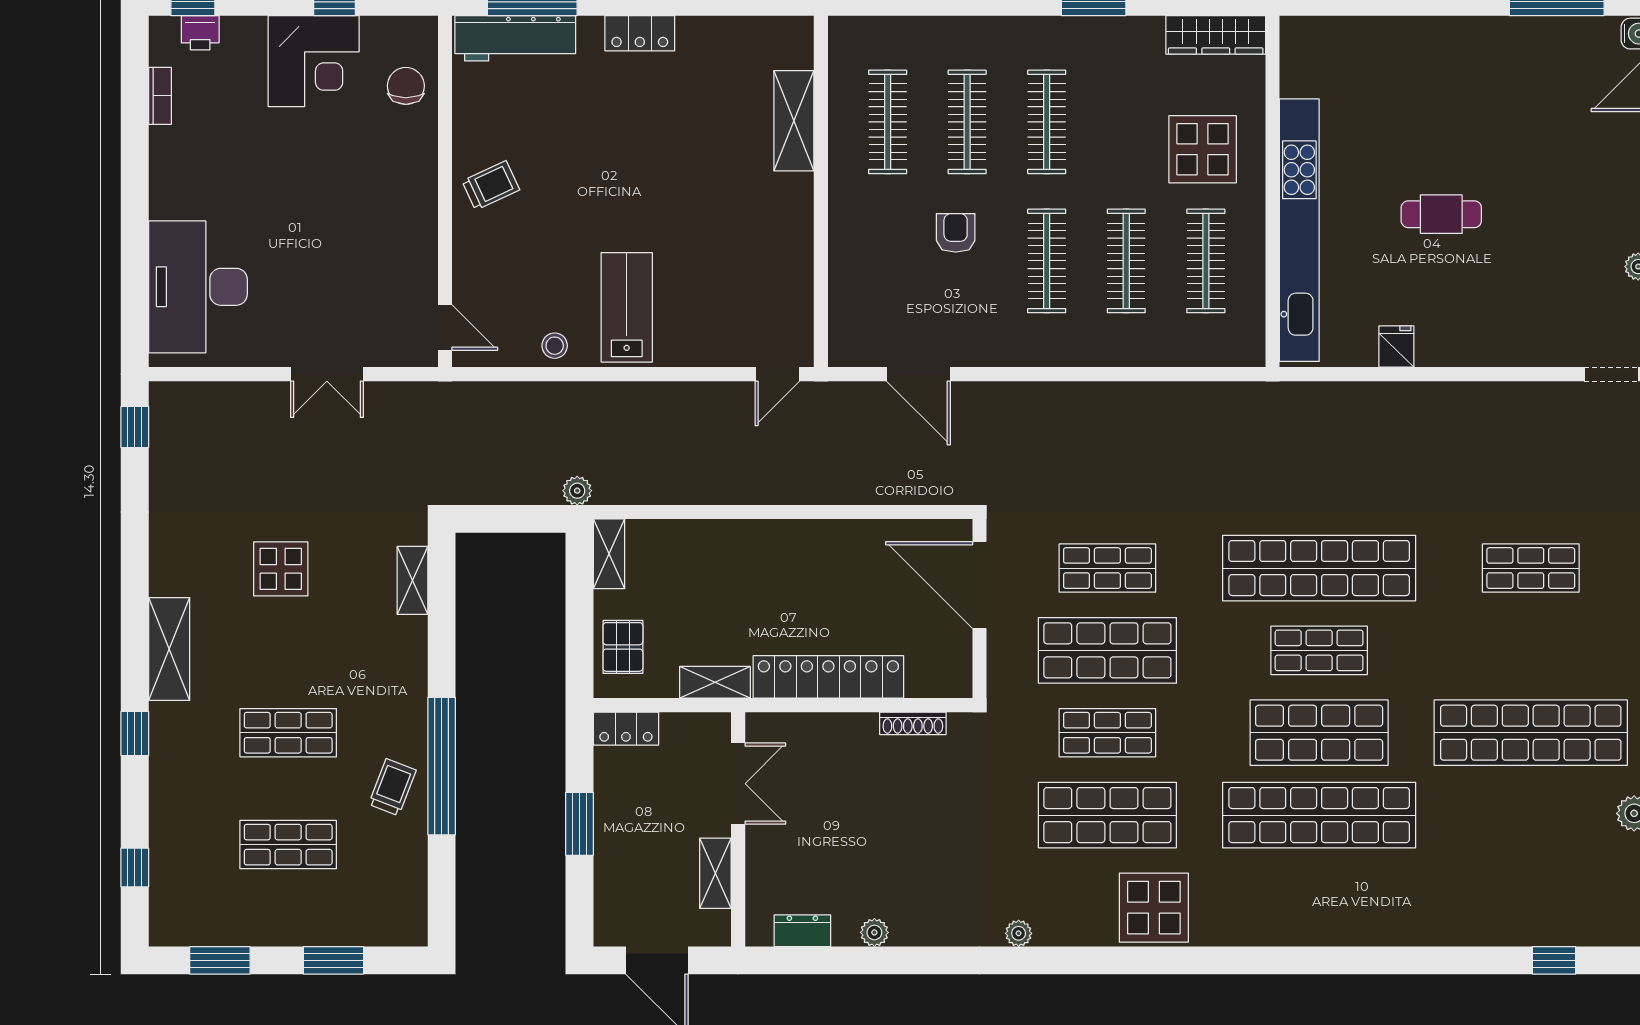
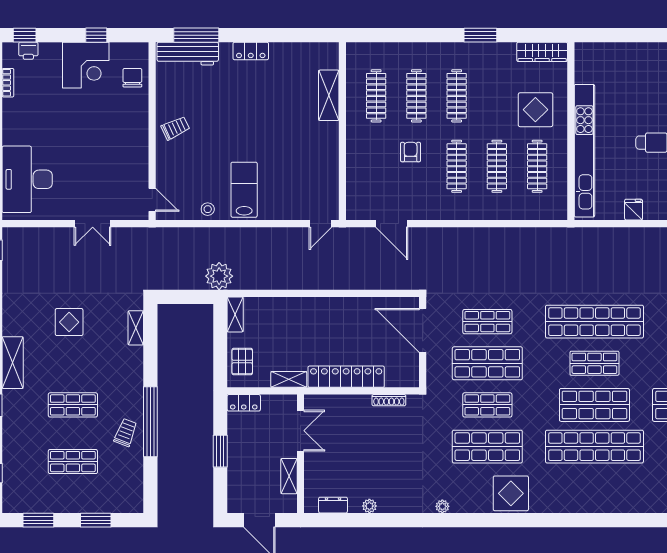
plant: (577, 491) -> (219, 276), width x1.88, depth x1.88

